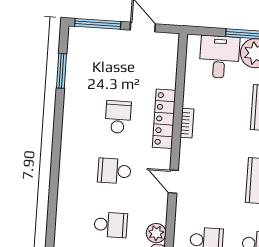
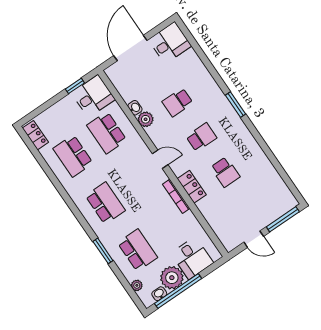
window: (62, 71) -> (235, 105), moved
locker: (164, 119) -> (192, 187), width x0.66
bookcase: (187, 123) -> (176, 196), width x1.56

